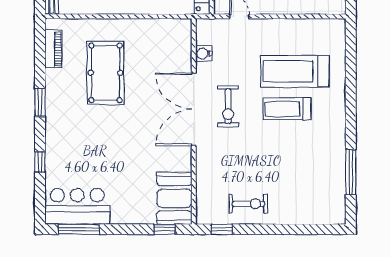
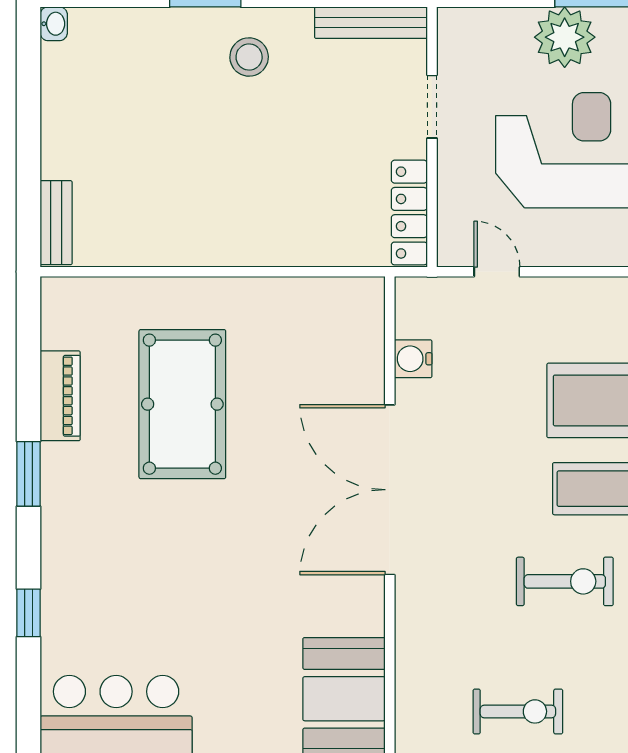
piano: (53, 49) -> (60, 396), moved
exercise bike: (228, 106) -> (565, 581), moved, turned -90

